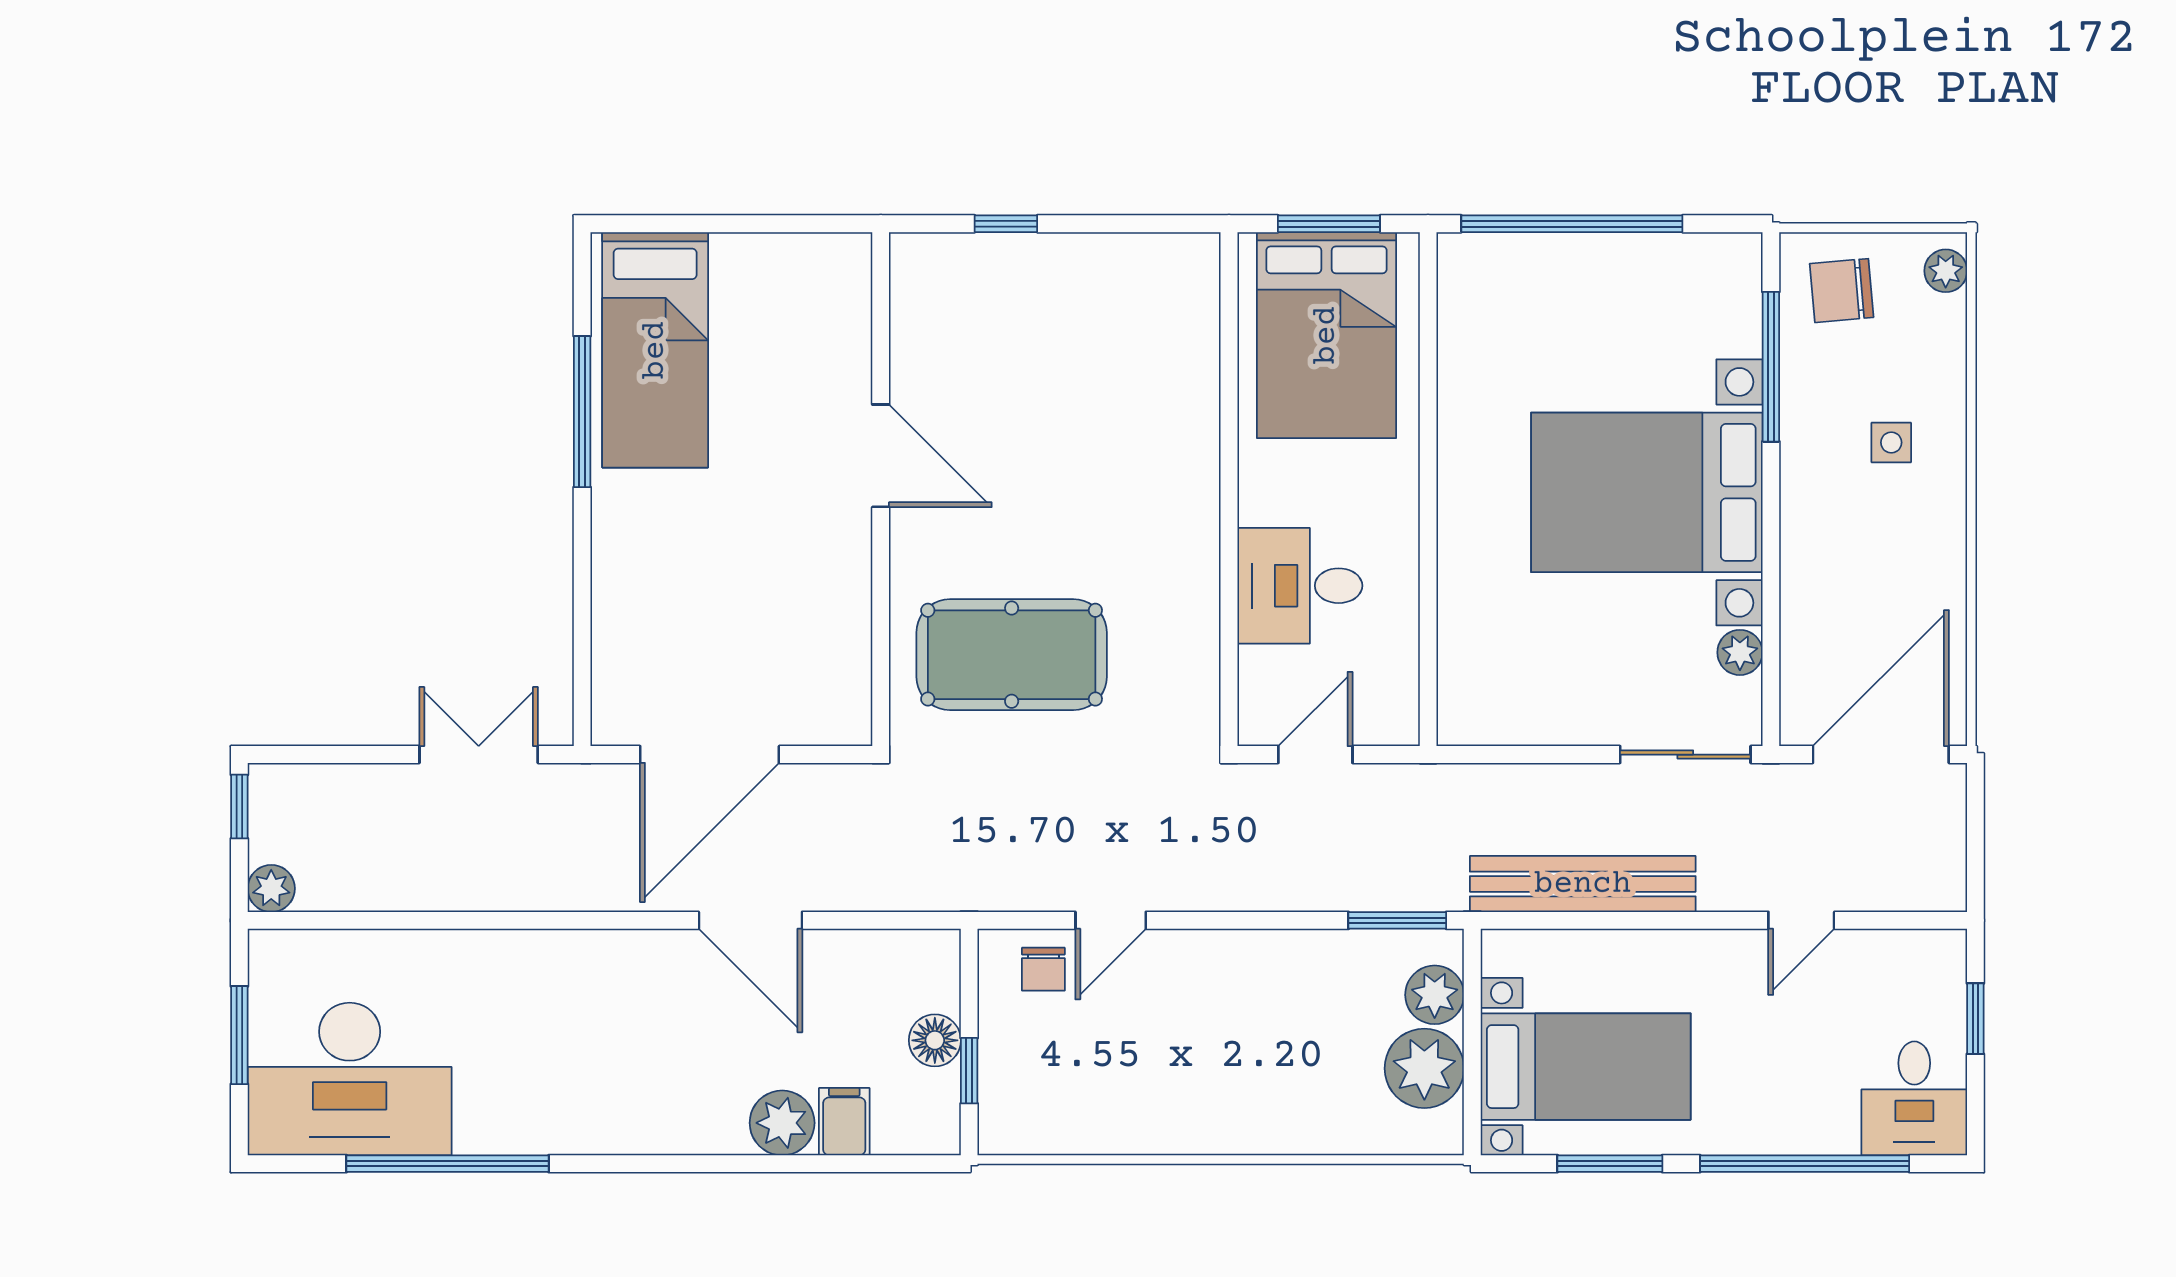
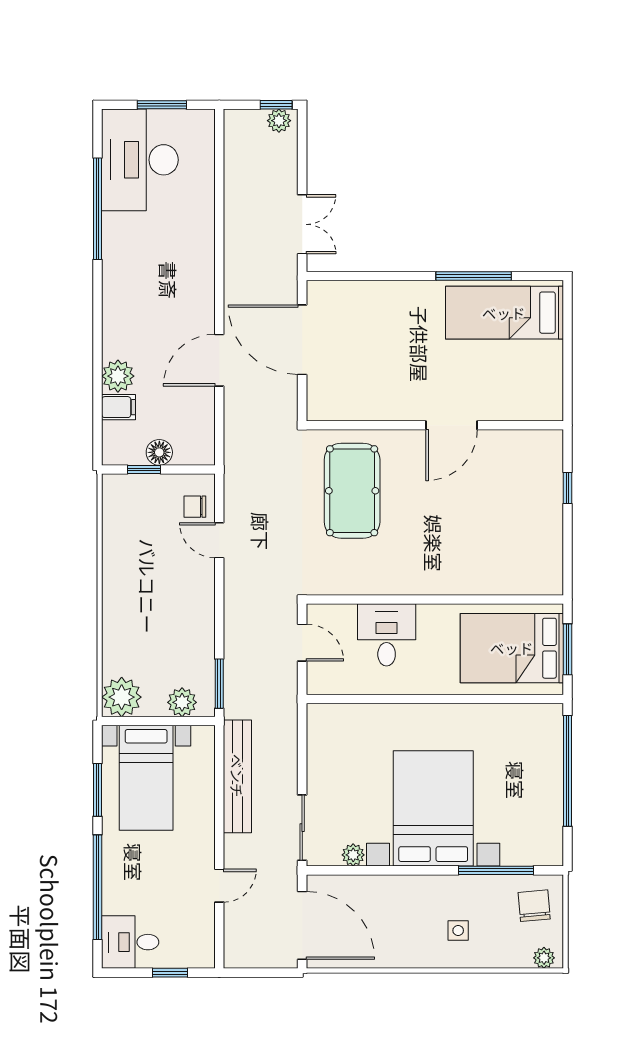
plant: (271, 888) -> (279, 121), moved
door: (1801, 920) -> (219, 886), swing flipped
plant: (1424, 1068) -> (122, 697), moved

